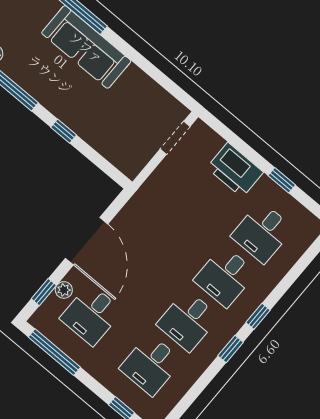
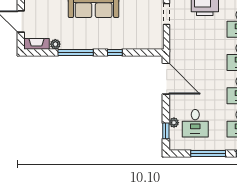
door: (87, 241) -> (166, 79), moved
window: (54, 352) -> (208, 153), moved

